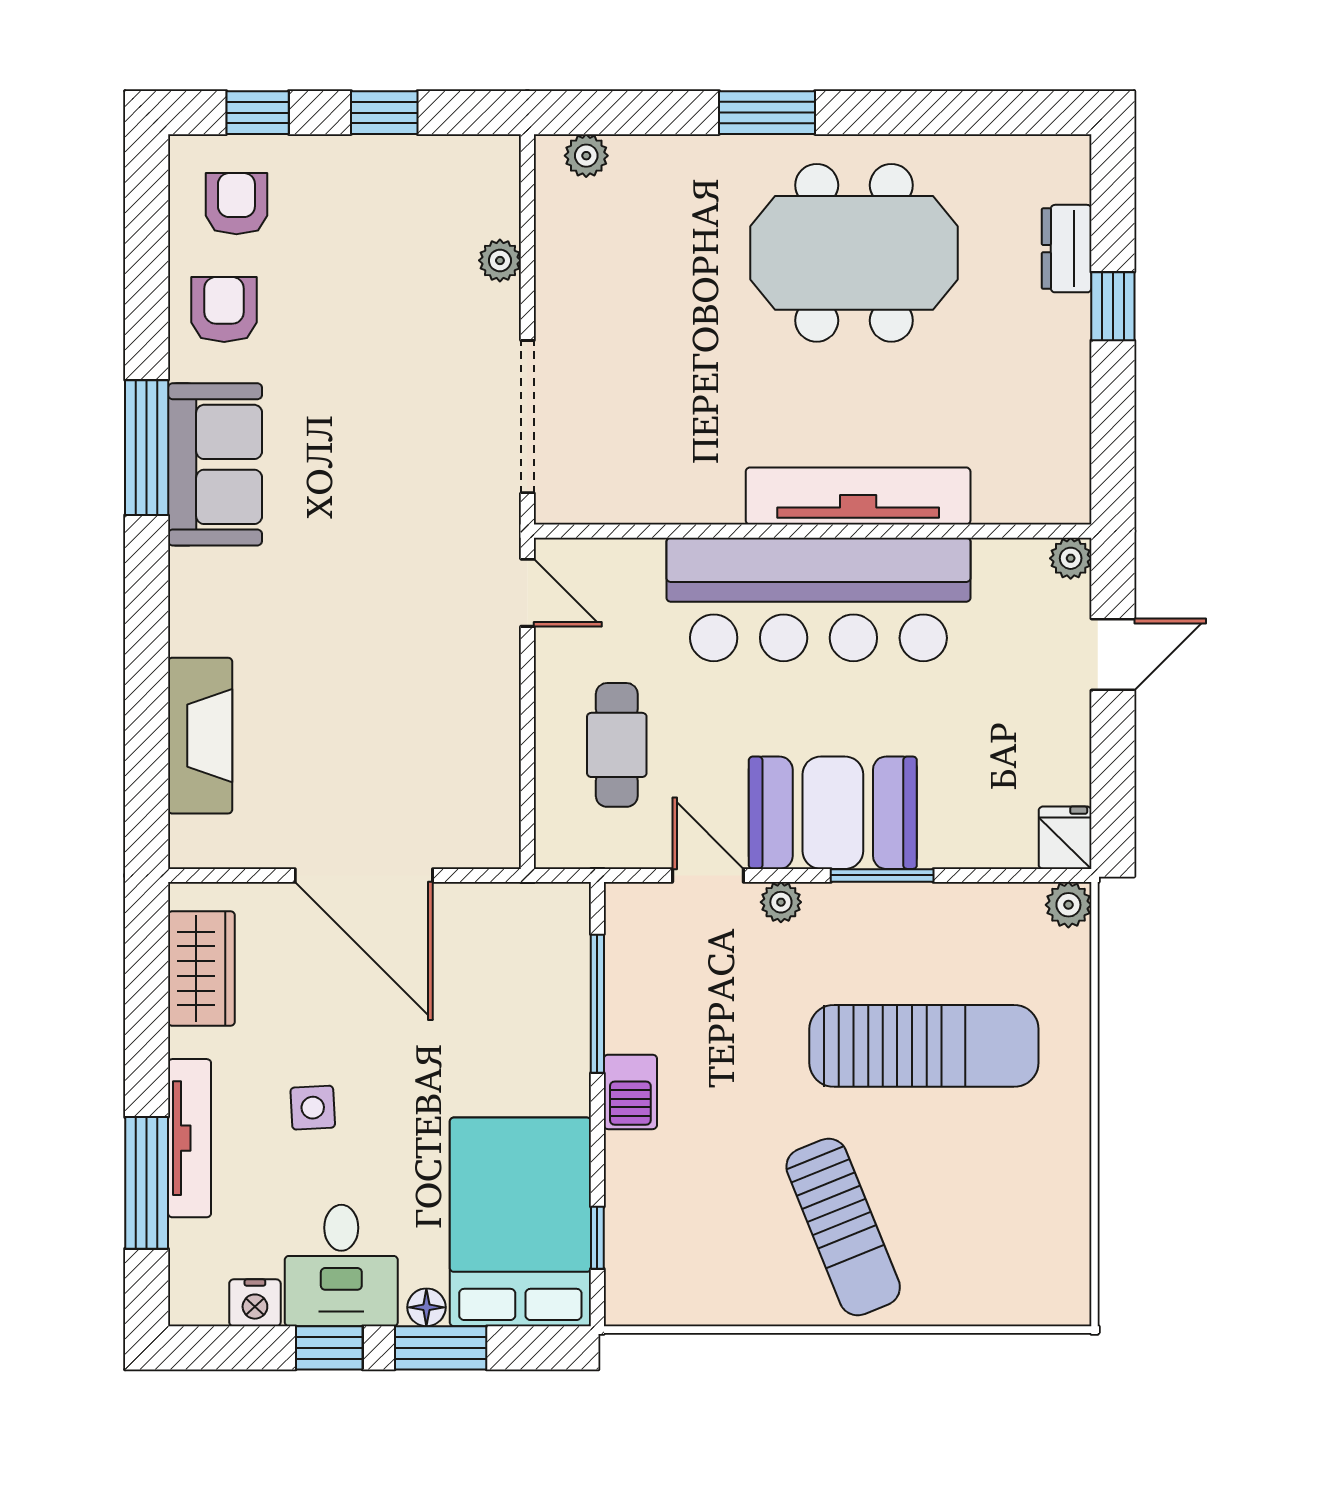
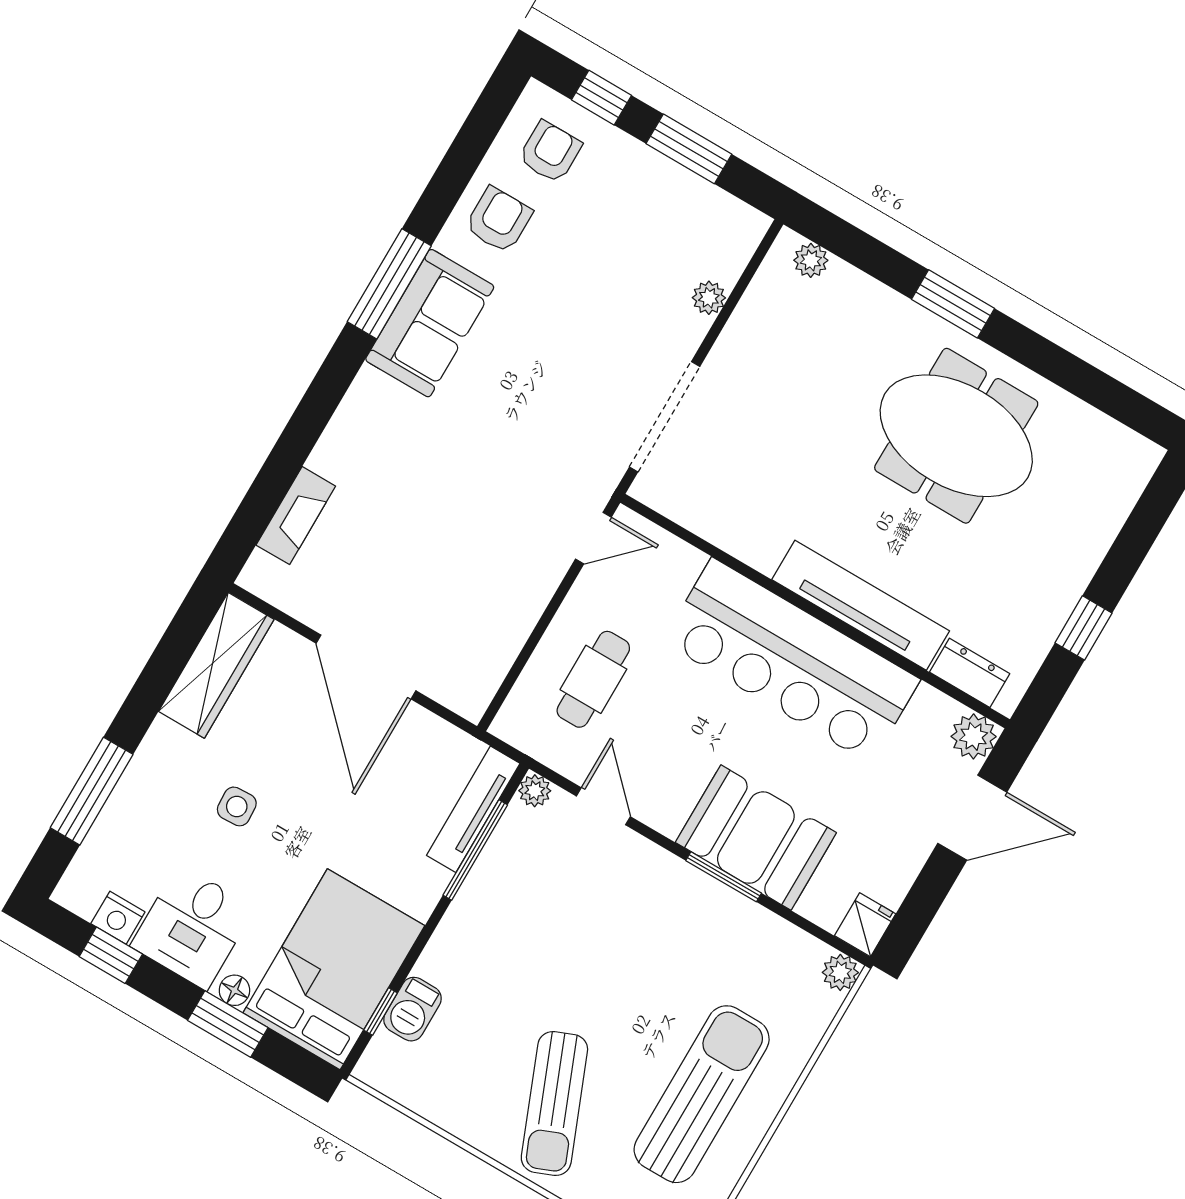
window: (384, 113) -> (689, 149), width x1.50
dresser: (1067, 249) -> (970, 673), moved, turned 90
window: (1113, 306) -> (1084, 628), moved
plant: (1071, 558) -> (974, 736), width x1.38, depth x1.38
door: (527, 593) -> (593, 538), hinge flipped
door: (1113, 654) -> (972, 818), width x1.38
fireplace: (200, 736) -> (296, 516), width x0.73, depth x0.76
booth: (833, 813) -> (756, 838), moved
plant: (781, 902) -> (535, 791), moved
wardrobe: (201, 969) -> (216, 665), width x1.50
sun lounger: (924, 1046) -> (702, 1094), moved, turned -90
barbecue: (630, 1092) -> (413, 1009), moved
tv unit: (190, 1138) -> (473, 809), moved, turned 180
window: (329, 1348) -> (111, 955), moved

